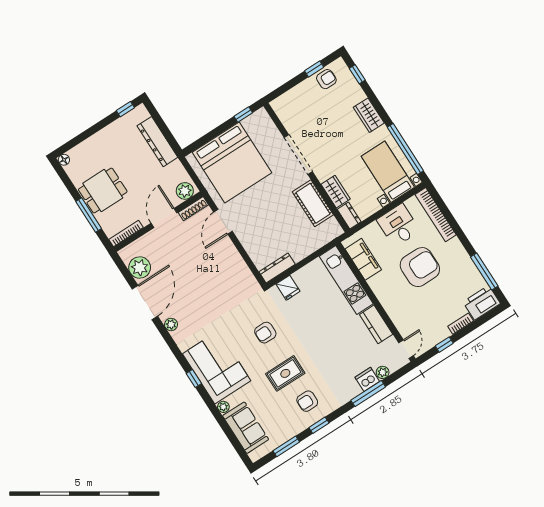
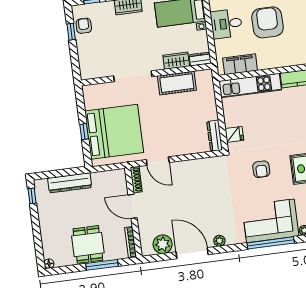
window: (243, 115) -> (84, 132), moved
plant: (185, 191) -> (119, 180), removed
window: (194, 378) -> (271, 243), width x3.17

